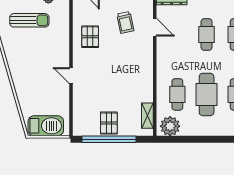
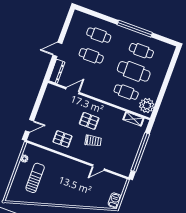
trolley: (125, 22) -> (93, 141), moved
door: (71, 76) -> (98, 168), moved
pallet: (109, 123) -> (89, 121), moved
barbecue: (46, 126) -> (115, 200), width x0.53, depth x0.65

